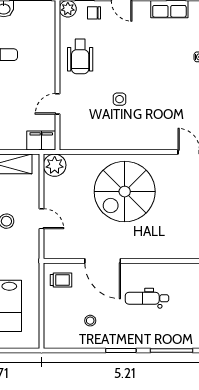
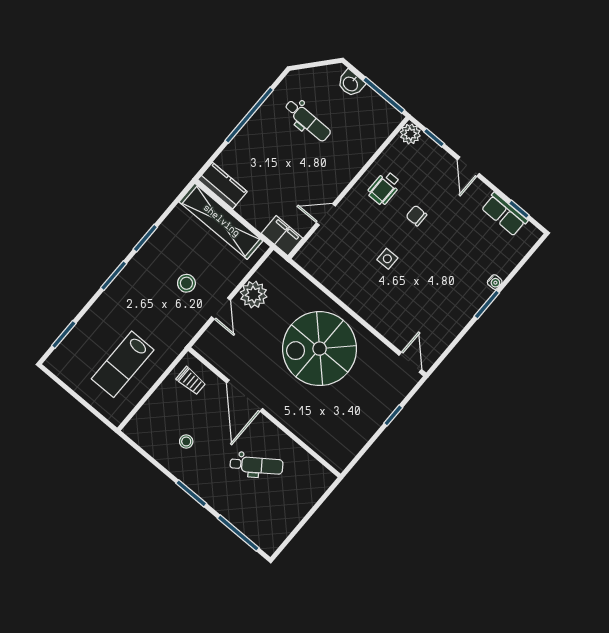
chair: (94, 13) -> (416, 216), moved
wheelchair: (80, 57) -> (384, 188), width x0.73, depth x0.73
plant: (55, 165) -> (254, 295), moved
dental chair: (147, 298) -> (256, 465), turned 144

